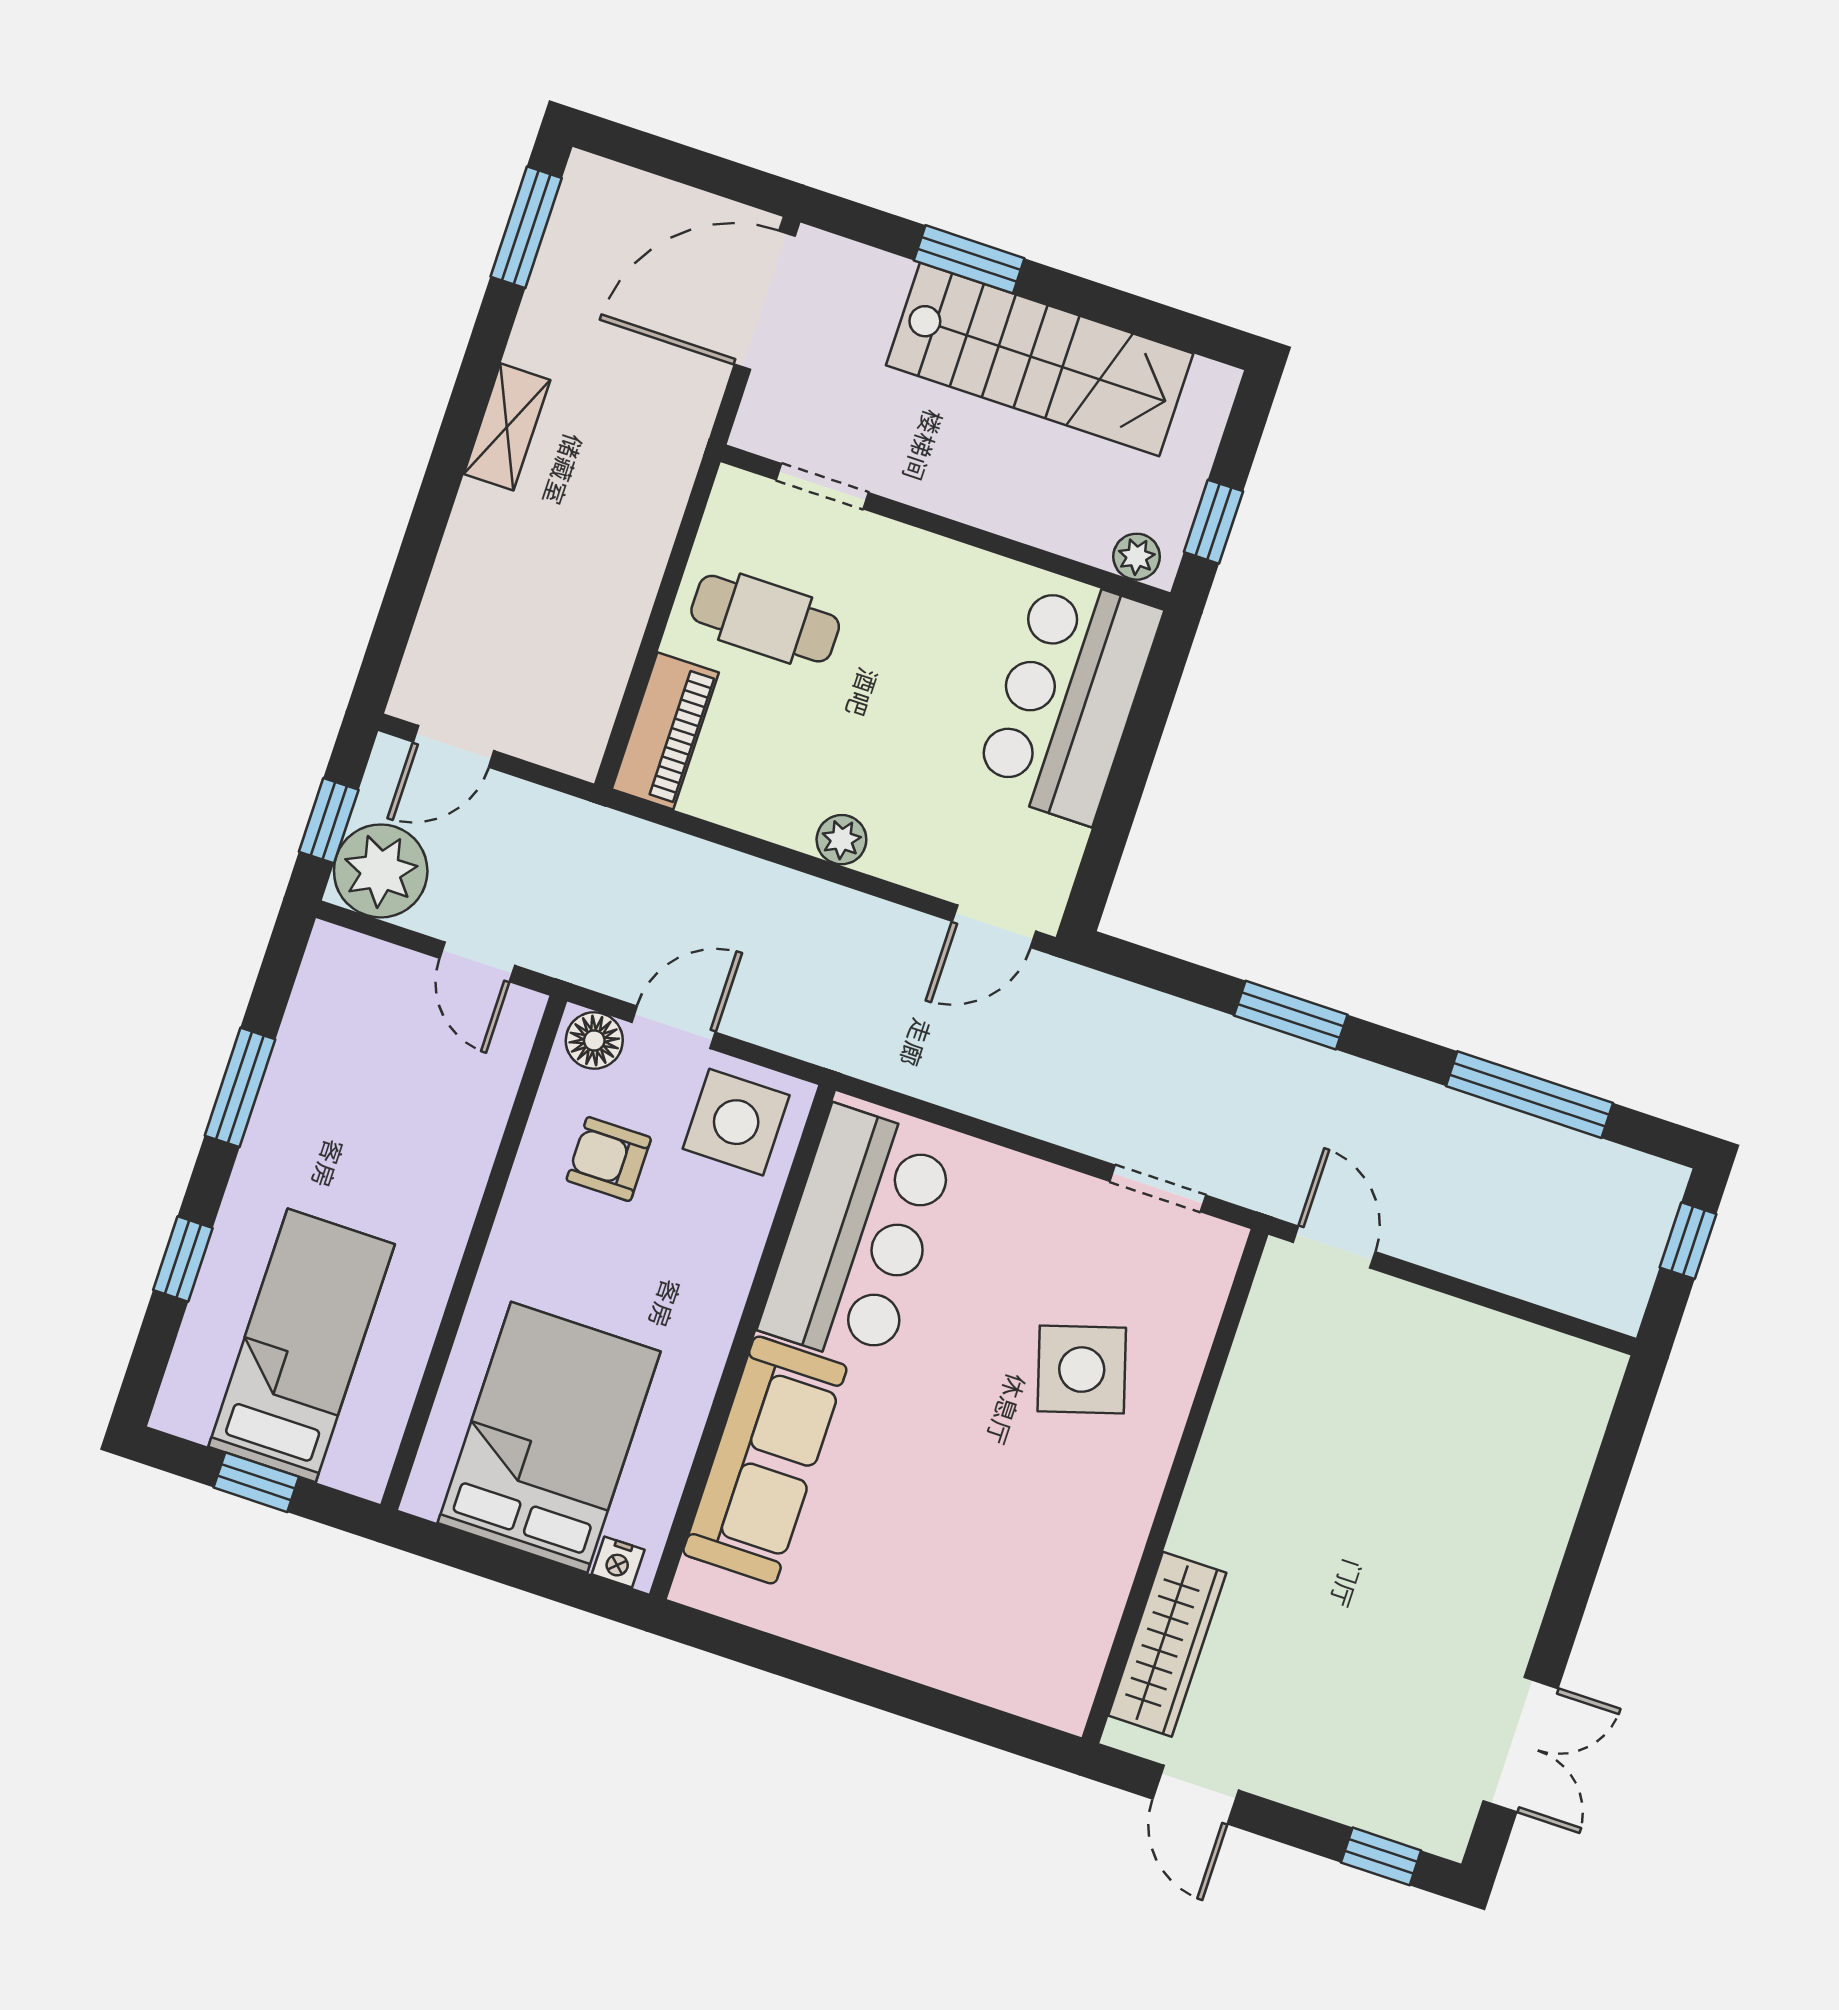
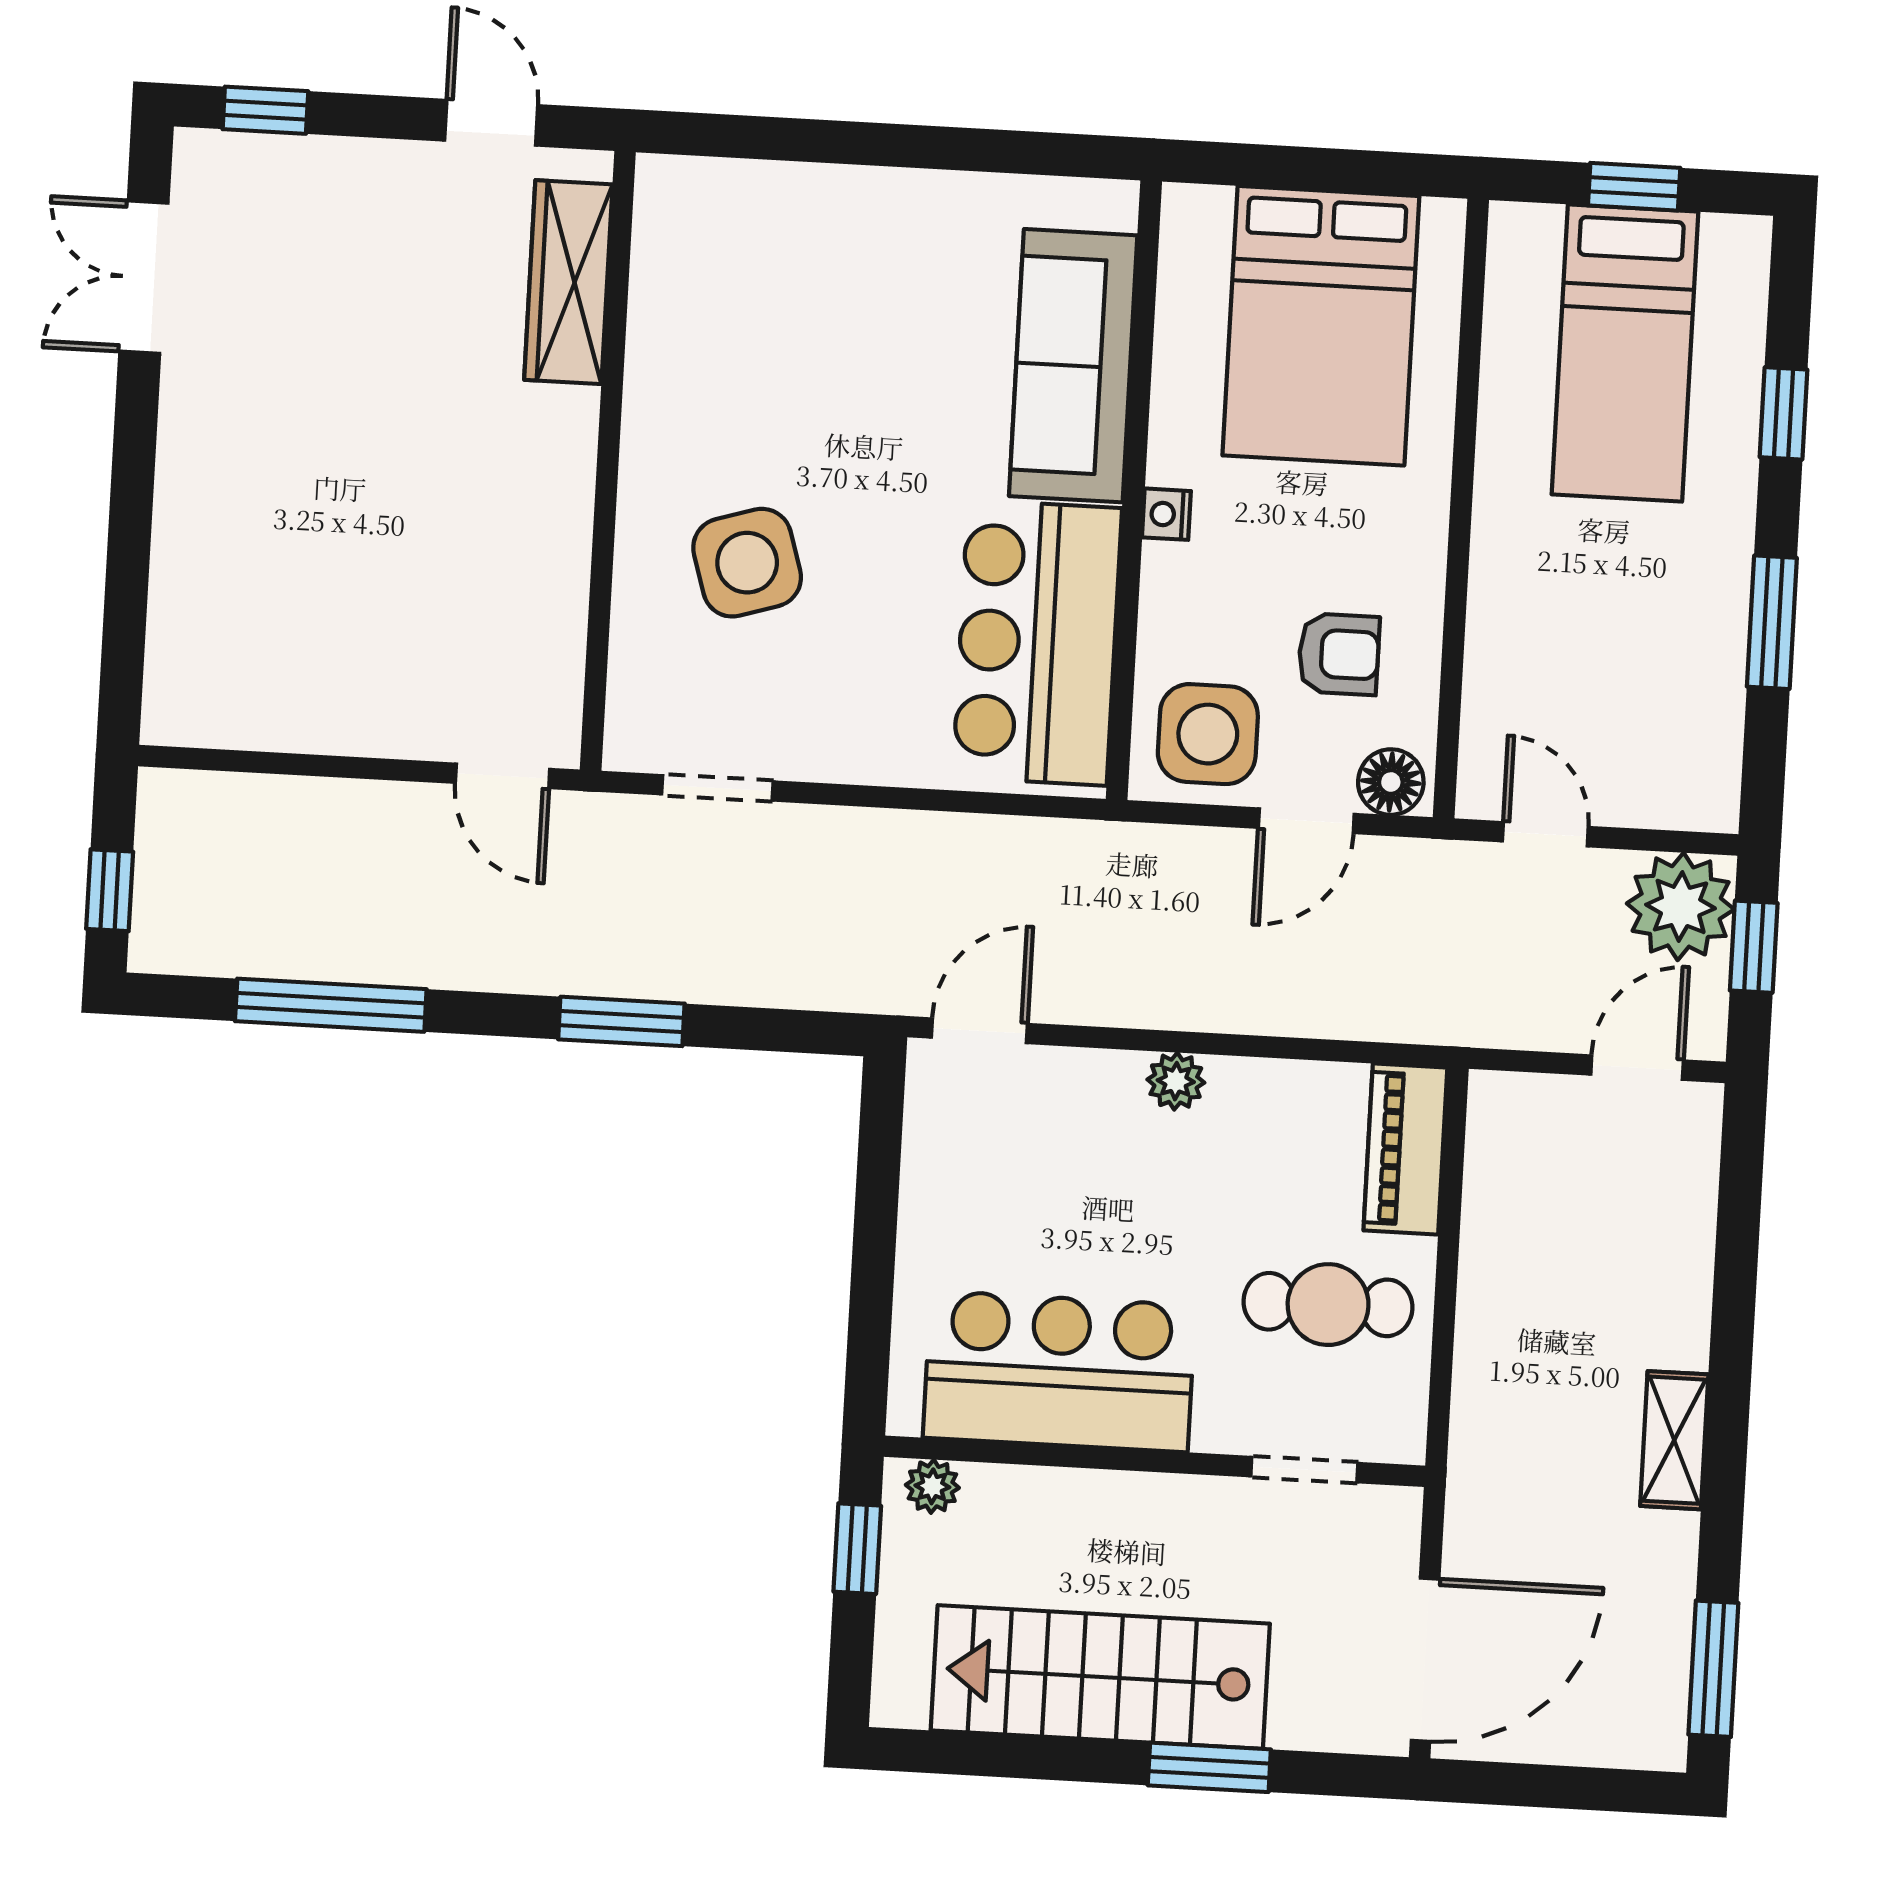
bar counter: (1068, 699) -> (1059, 1371), moved, turned -90
nightstand: (618, 1562) -> (1166, 514), moved, turned -90

